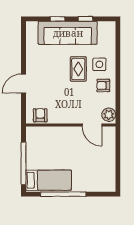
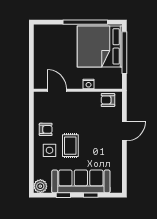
armchair: (40, 115) -> (108, 100), turned 90
plant: (109, 115) -> (40, 186), moved
nightstand: (60, 131) -> (89, 84), added
bed: (49, 180) -> (100, 46), width x2.04

